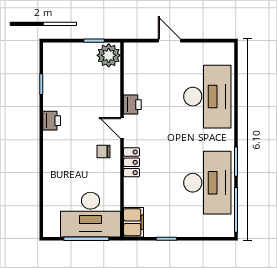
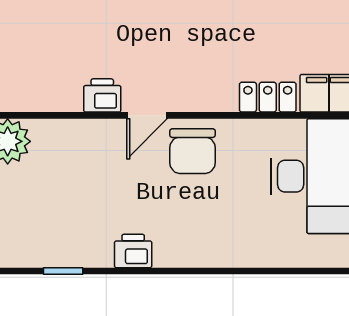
chair: (103, 151) -> (192, 151), width x1.87, depth x1.87
locker: (132, 162) -> (268, 97), moved

